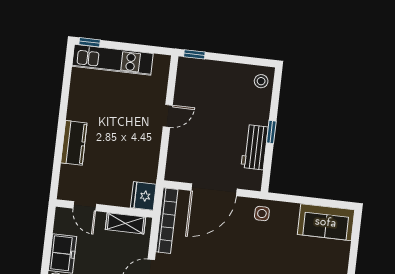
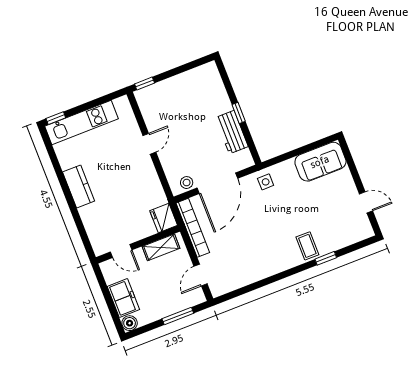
stool: (261, 81) -> (187, 183), moved
kitchen counter: (74, 143) -> (79, 186), moved

